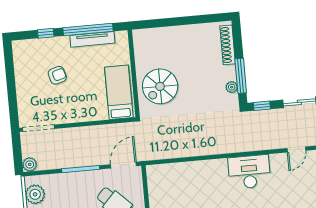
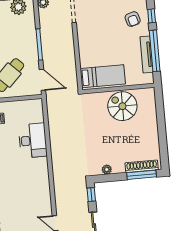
armchair: (57, 75) -> (133, 19), moved
window: (241, 76) -> (142, 175), moved
spiral stairs: (160, 86) -> (122, 106), moved
desk: (249, 172) -> (33, 140), moved

